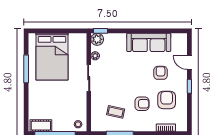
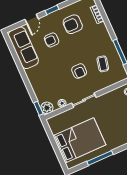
sofa: (149, 42) -> (23, 48), moved
armchair: (142, 104) -> (79, 71), moved, turned 180

